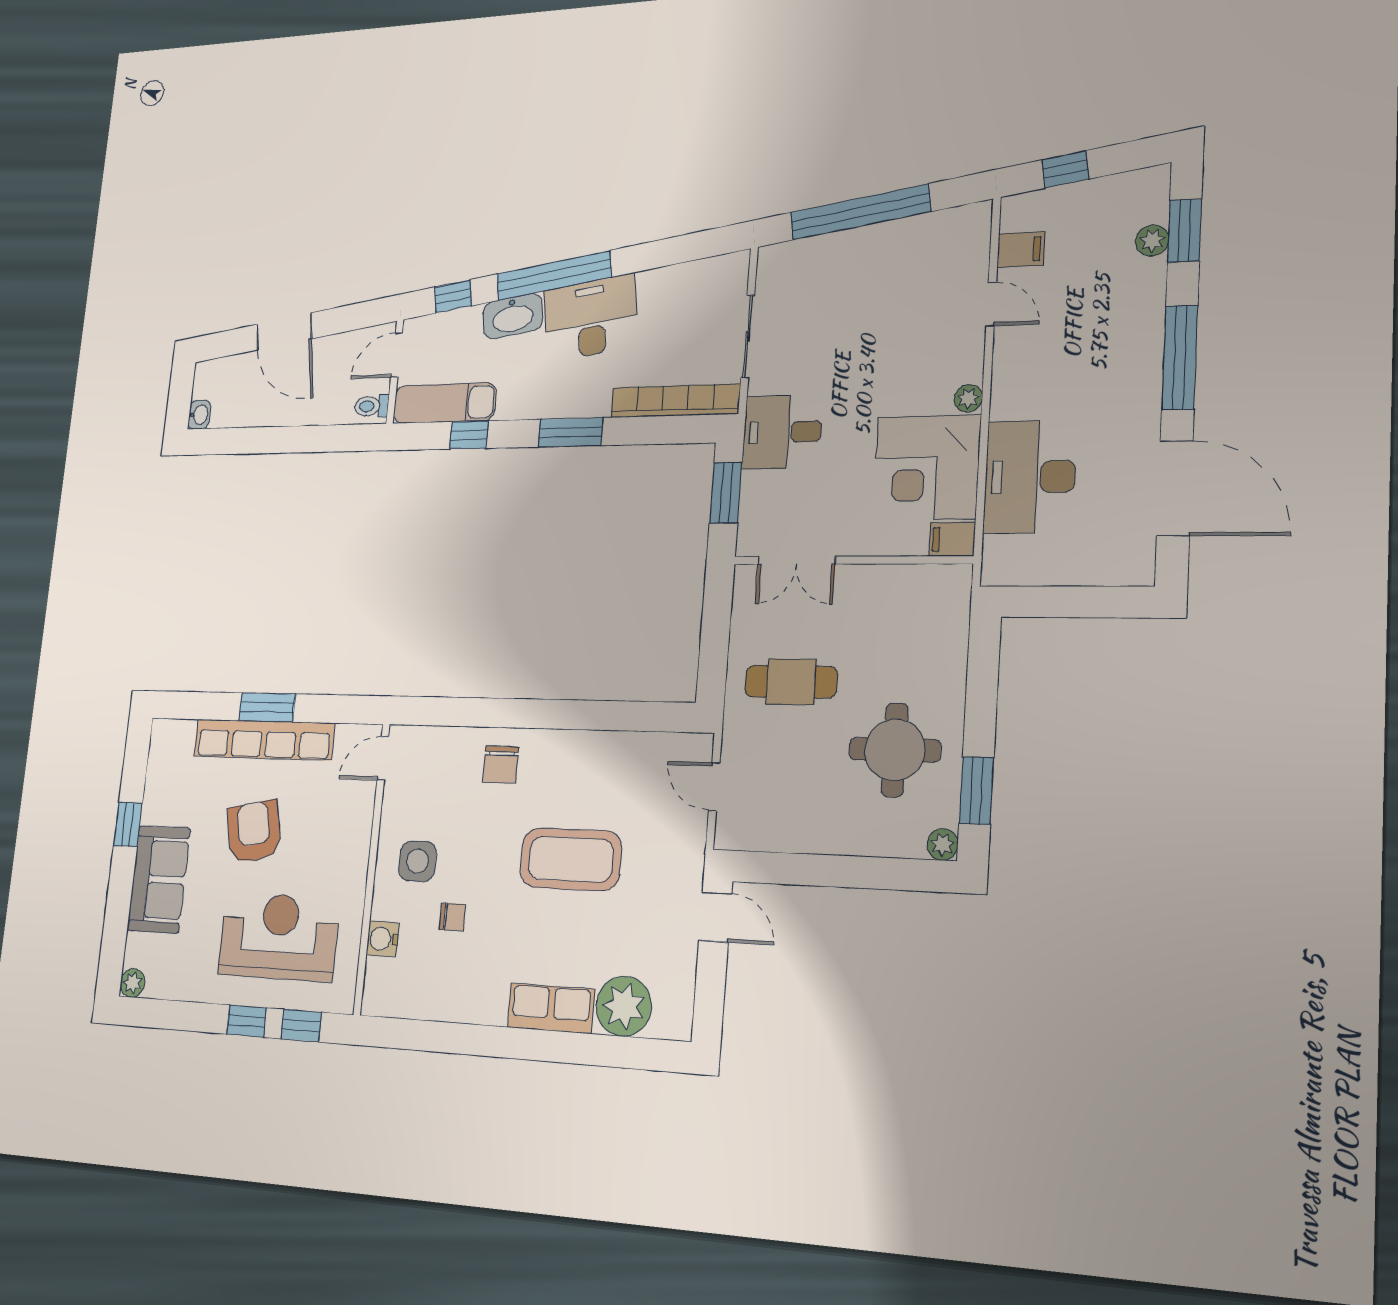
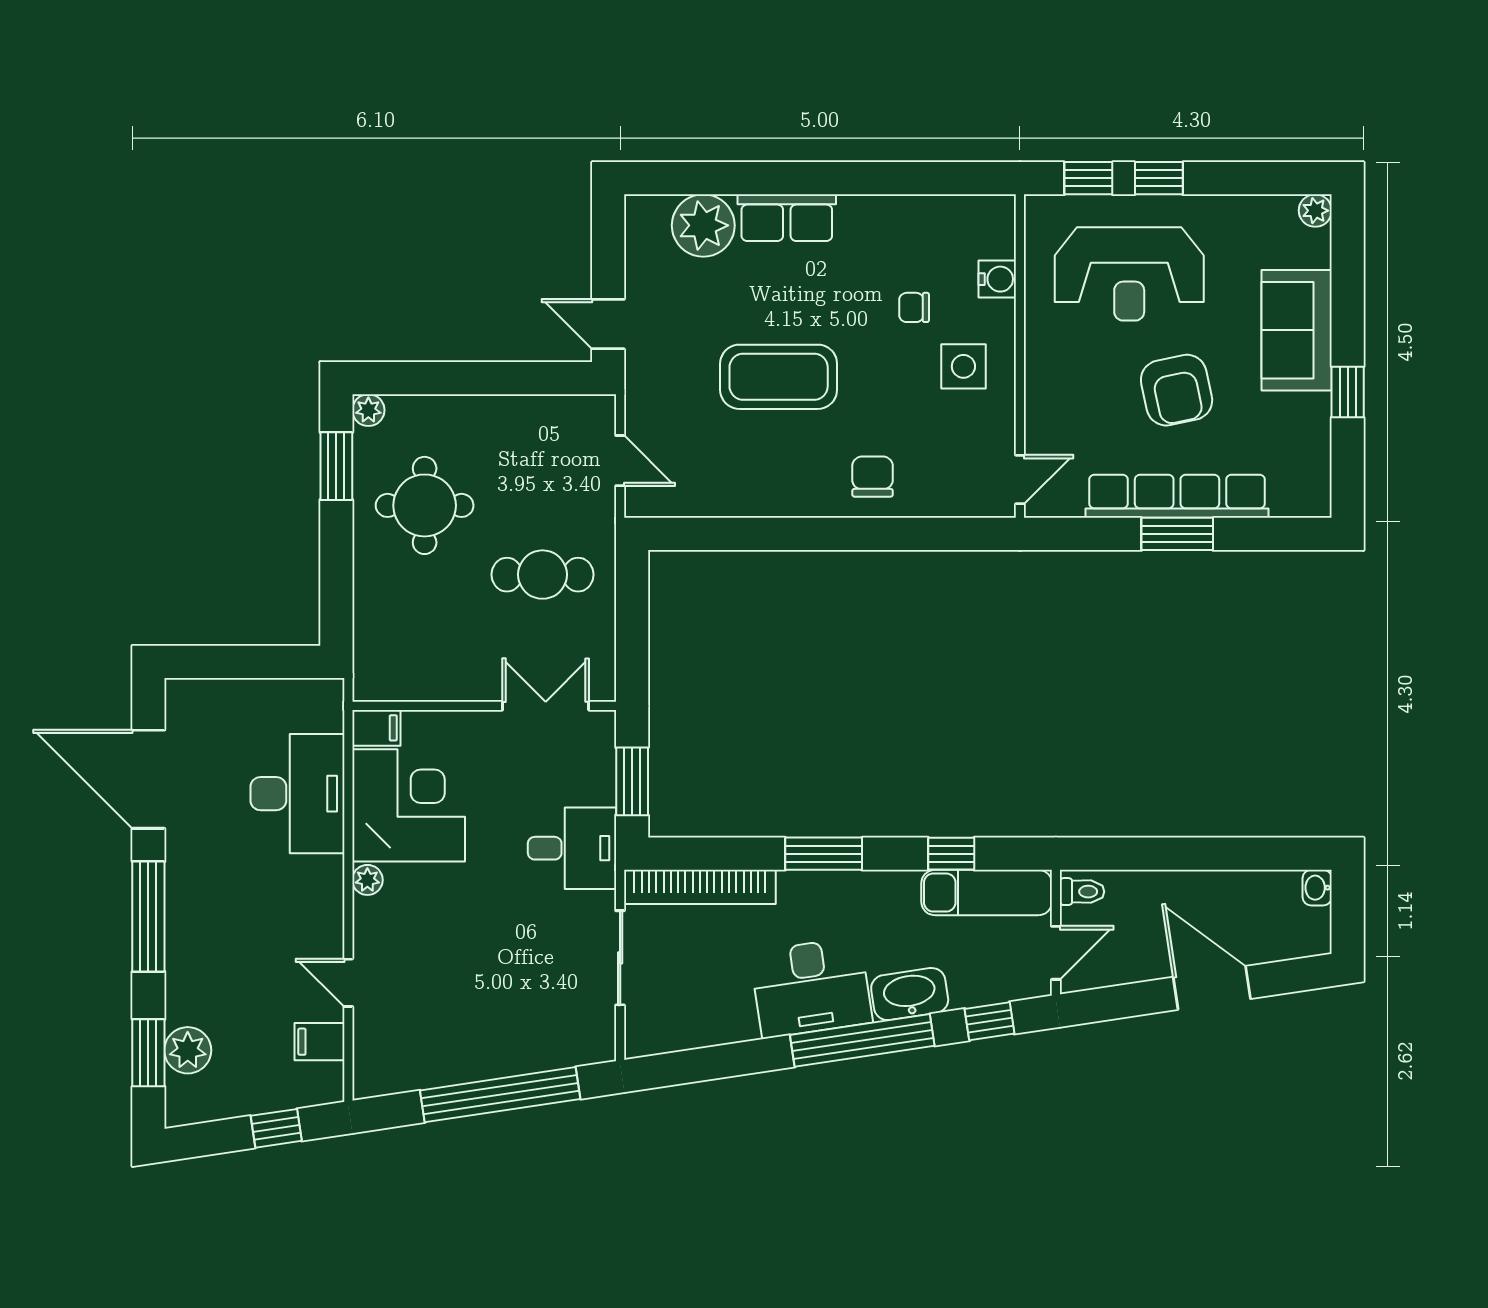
plant: (1152, 241) -> (188, 1050), width x1.38, depth x1.38

